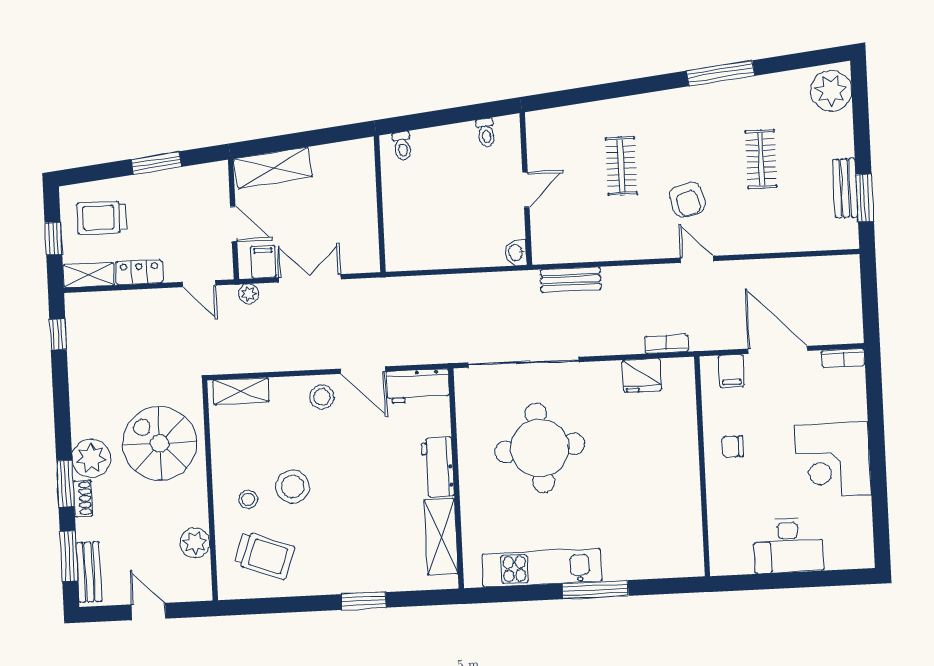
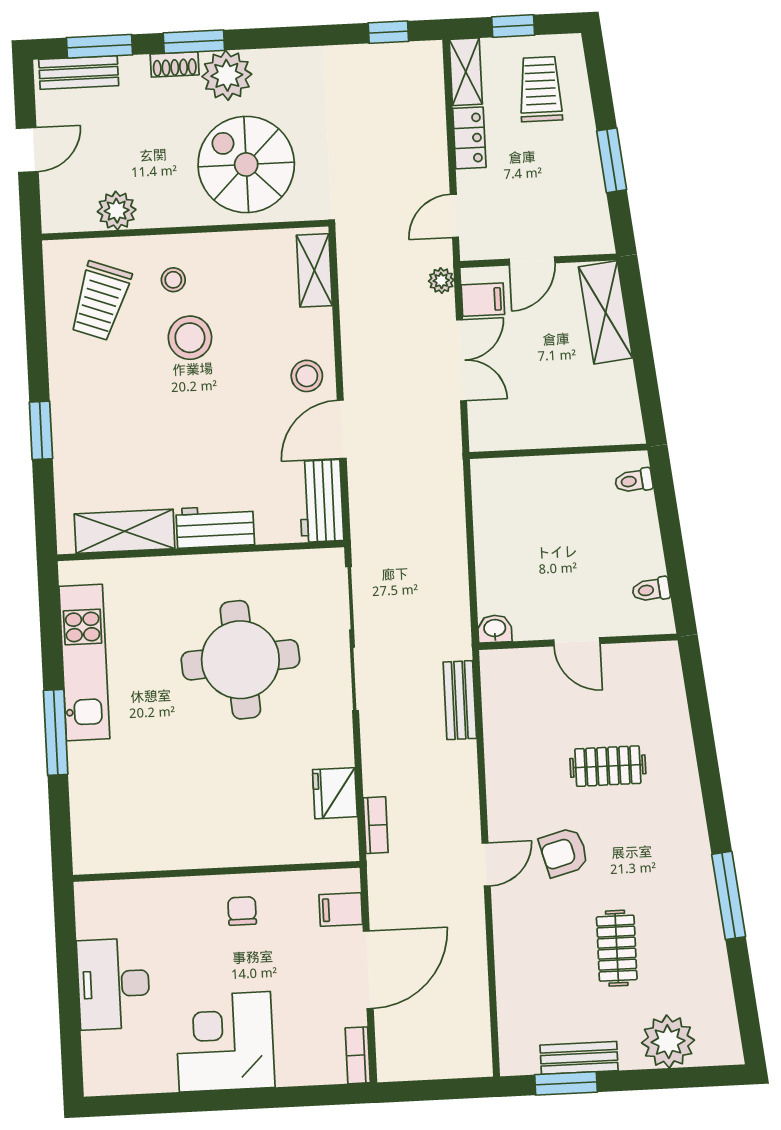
plant: (831, 91) -> (668, 1042), moved
clothes rail: (761, 159) -> (617, 948), turned 90
spiral stairs: (160, 443) -> (246, 164), turned -90

